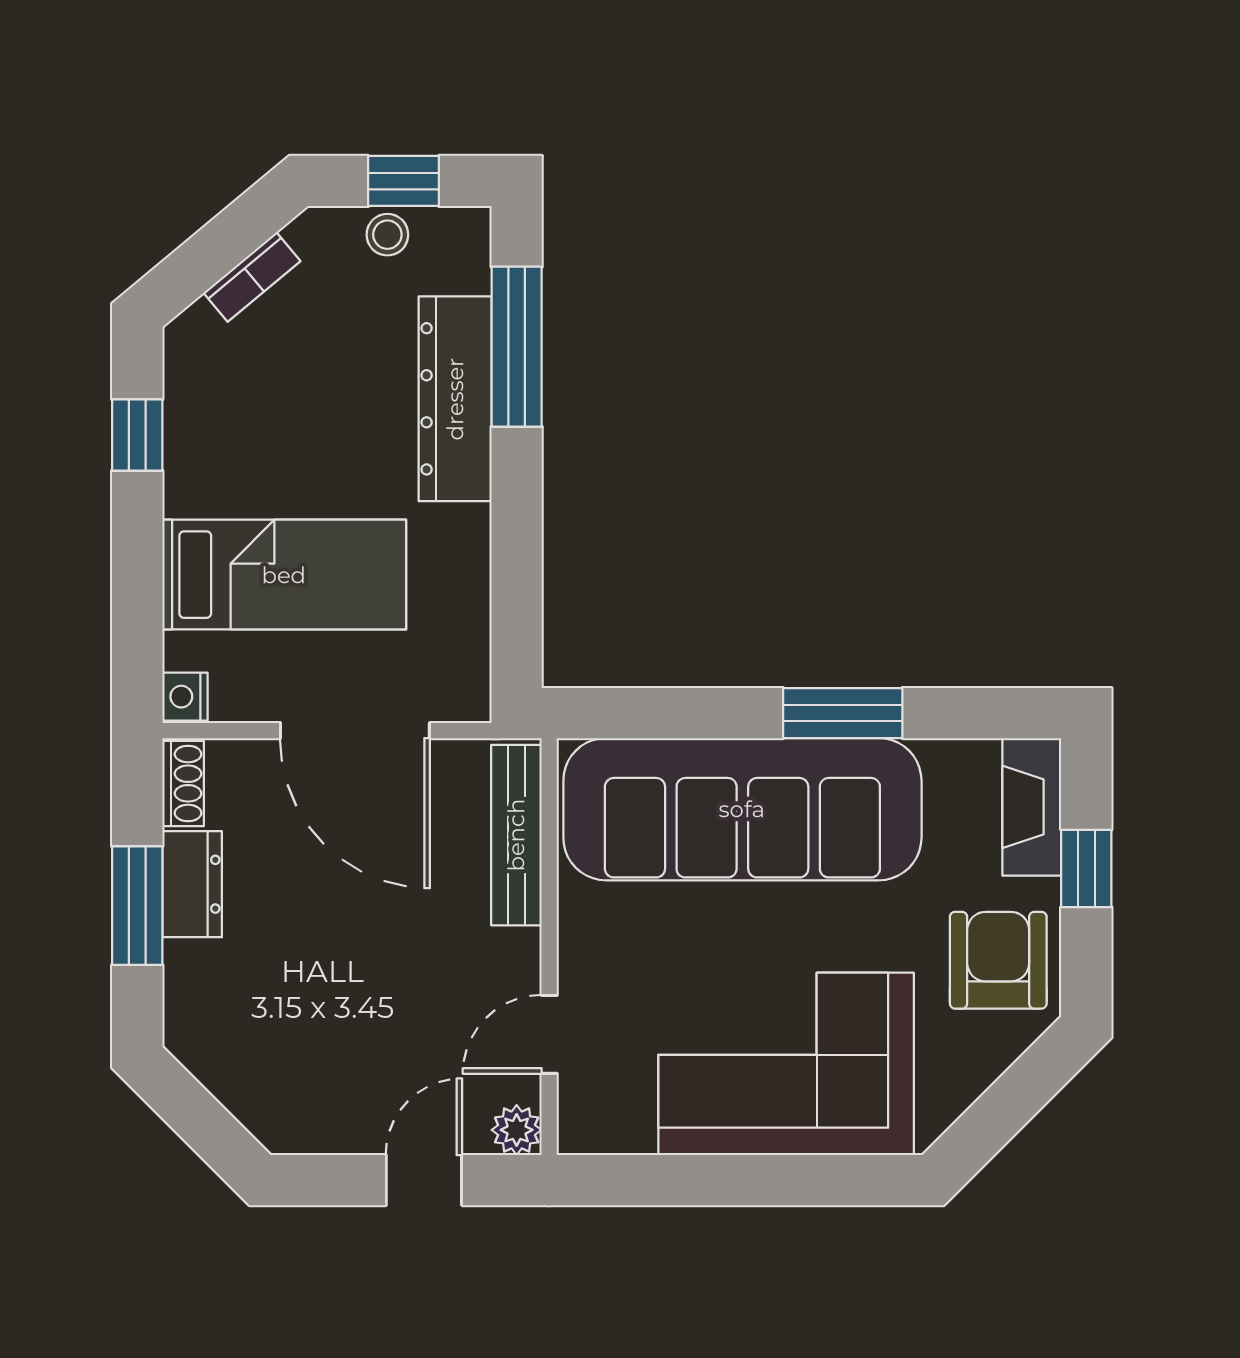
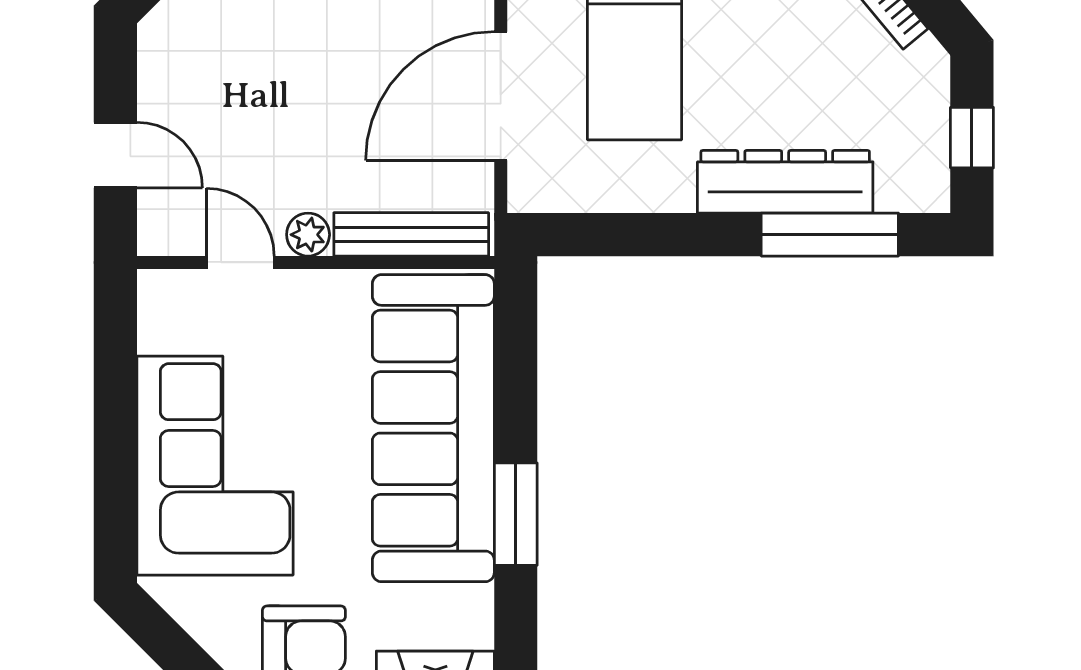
stool: (387, 235) -> (926, 124), removed
plant: (517, 1130) -> (308, 235), moved

